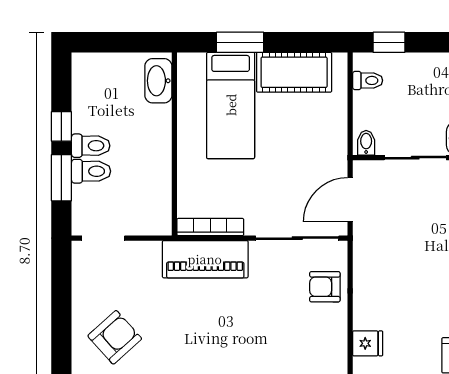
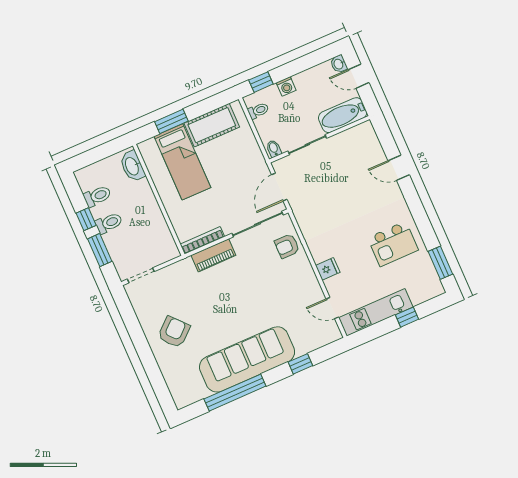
washing machine: (421, 64) -> (286, 86), added
toilet: (91, 171) -> (97, 196), moved
piano: (205, 259) -> (213, 255), width x0.73, depth x0.75

